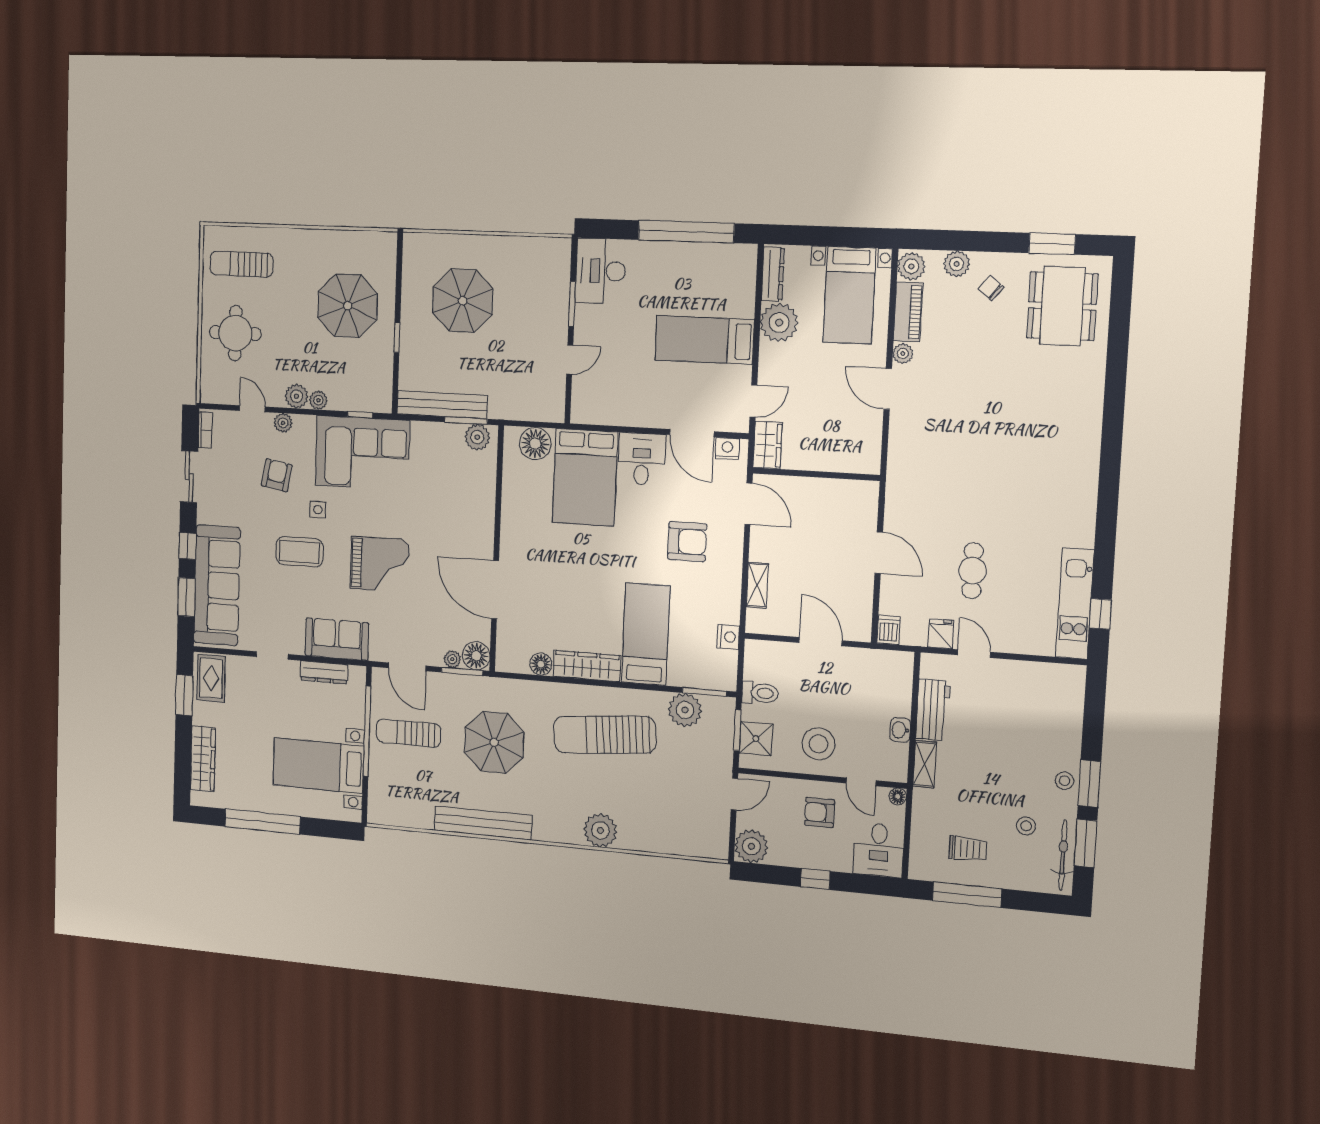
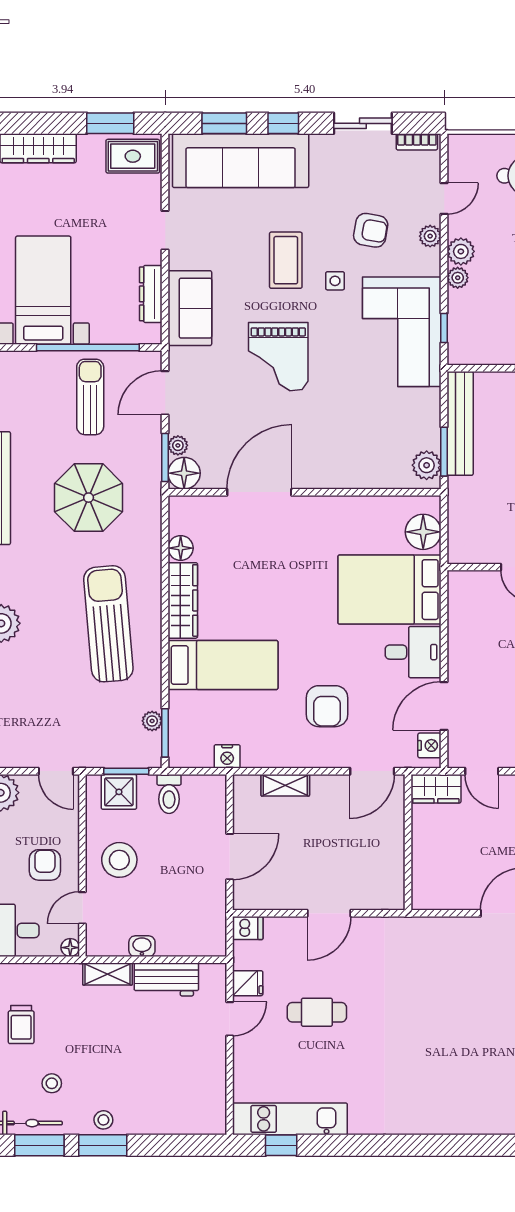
plant: (685, 710) -> (152, 721), width x0.53, depth x0.53

